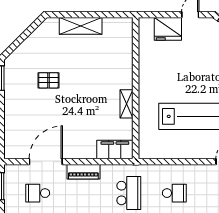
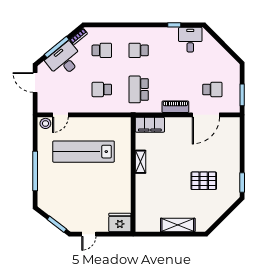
fridge: (168, 29) -> (120, 223), moved
pallet: (48, 80) -> (204, 181), width x1.50, depth x1.42

